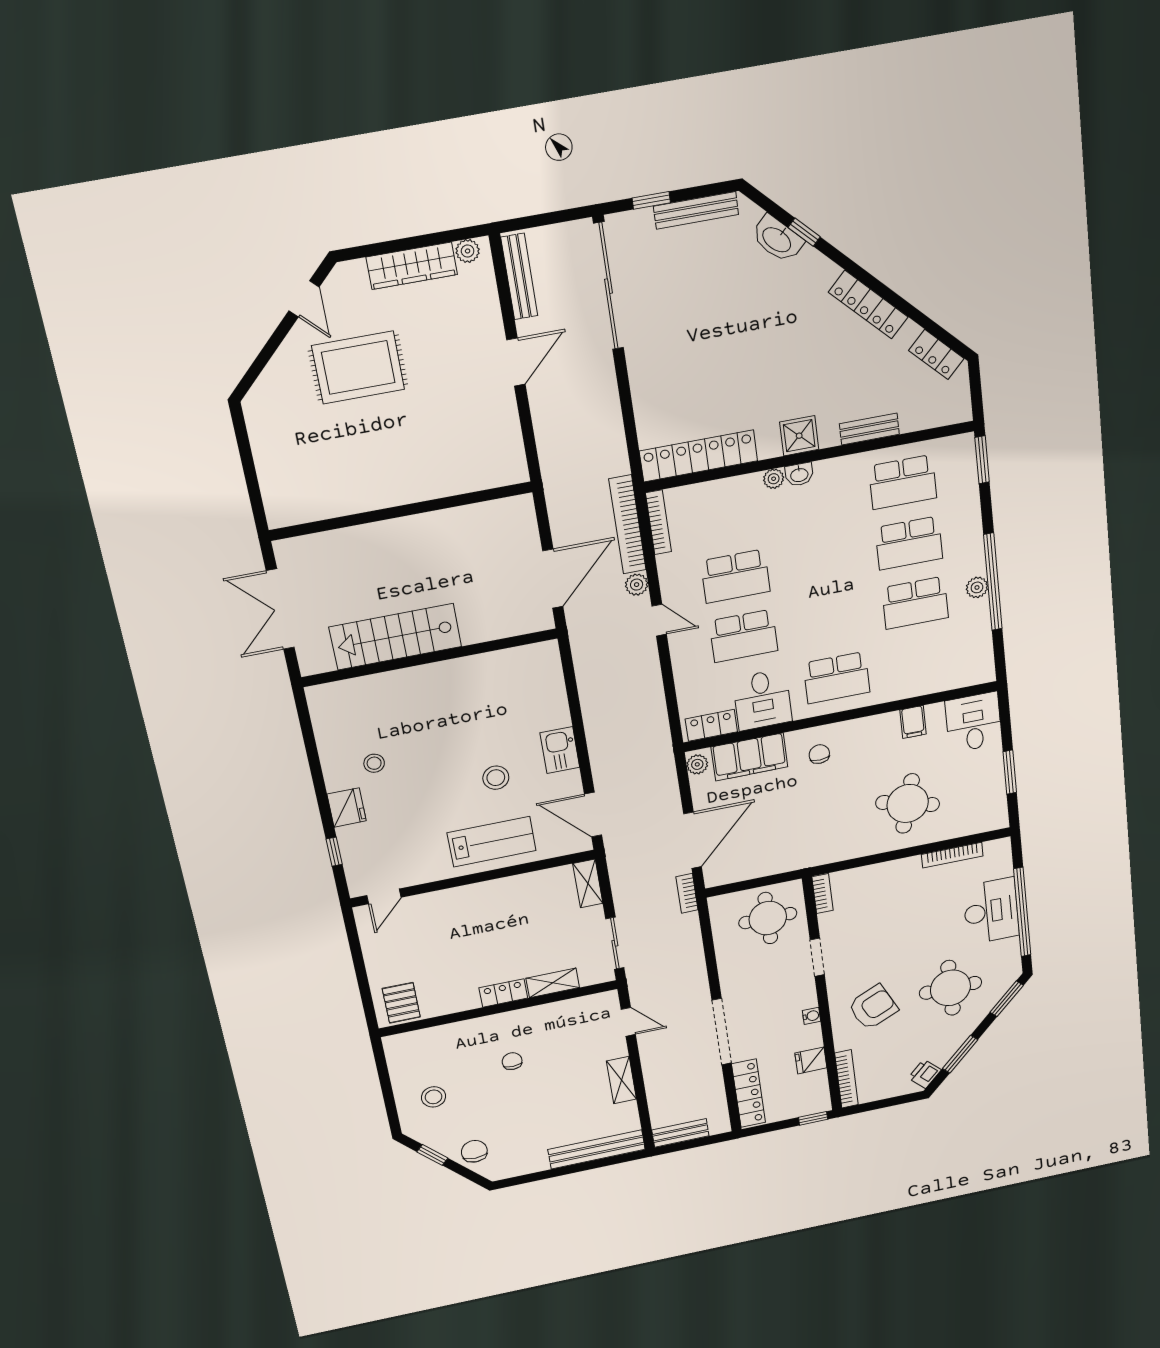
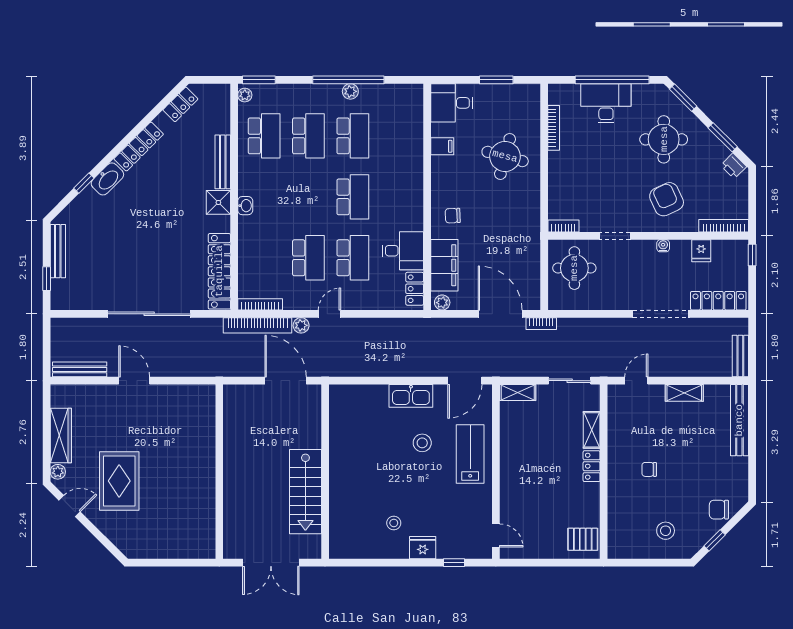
washbasin: (777, 239) -> (107, 179), moved
plant: (468, 251) -> (58, 472), moved
sliding door: (608, 286) -> (149, 314), moved
bench: (869, 429) -> (223, 162), width x1.36
plant: (774, 479) -> (245, 95), moved
school desk: (837, 678) -> (353, 197), moved
kitchen sink: (560, 750) -> (411, 396), width x1.38

